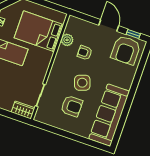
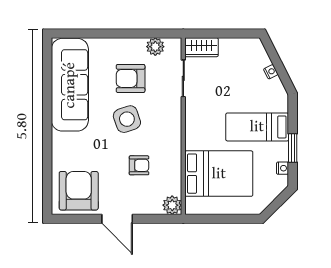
window: (133, 34) -> (76, 219), removed
plant: (67, 40) -> (172, 205), moved
plant: (50, 120) -> (155, 47), added

